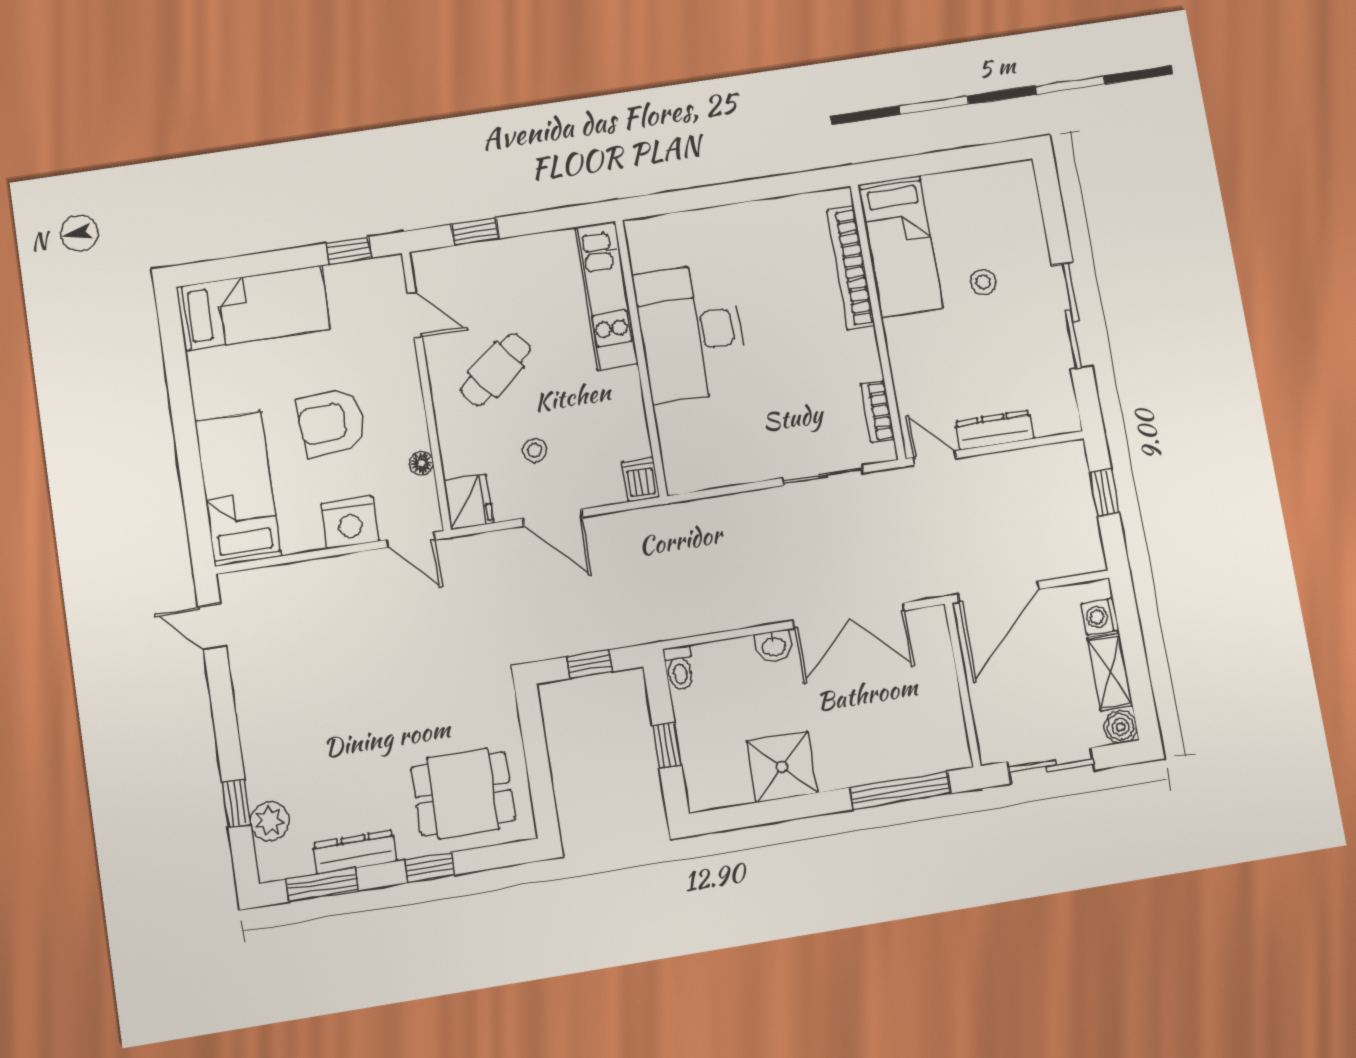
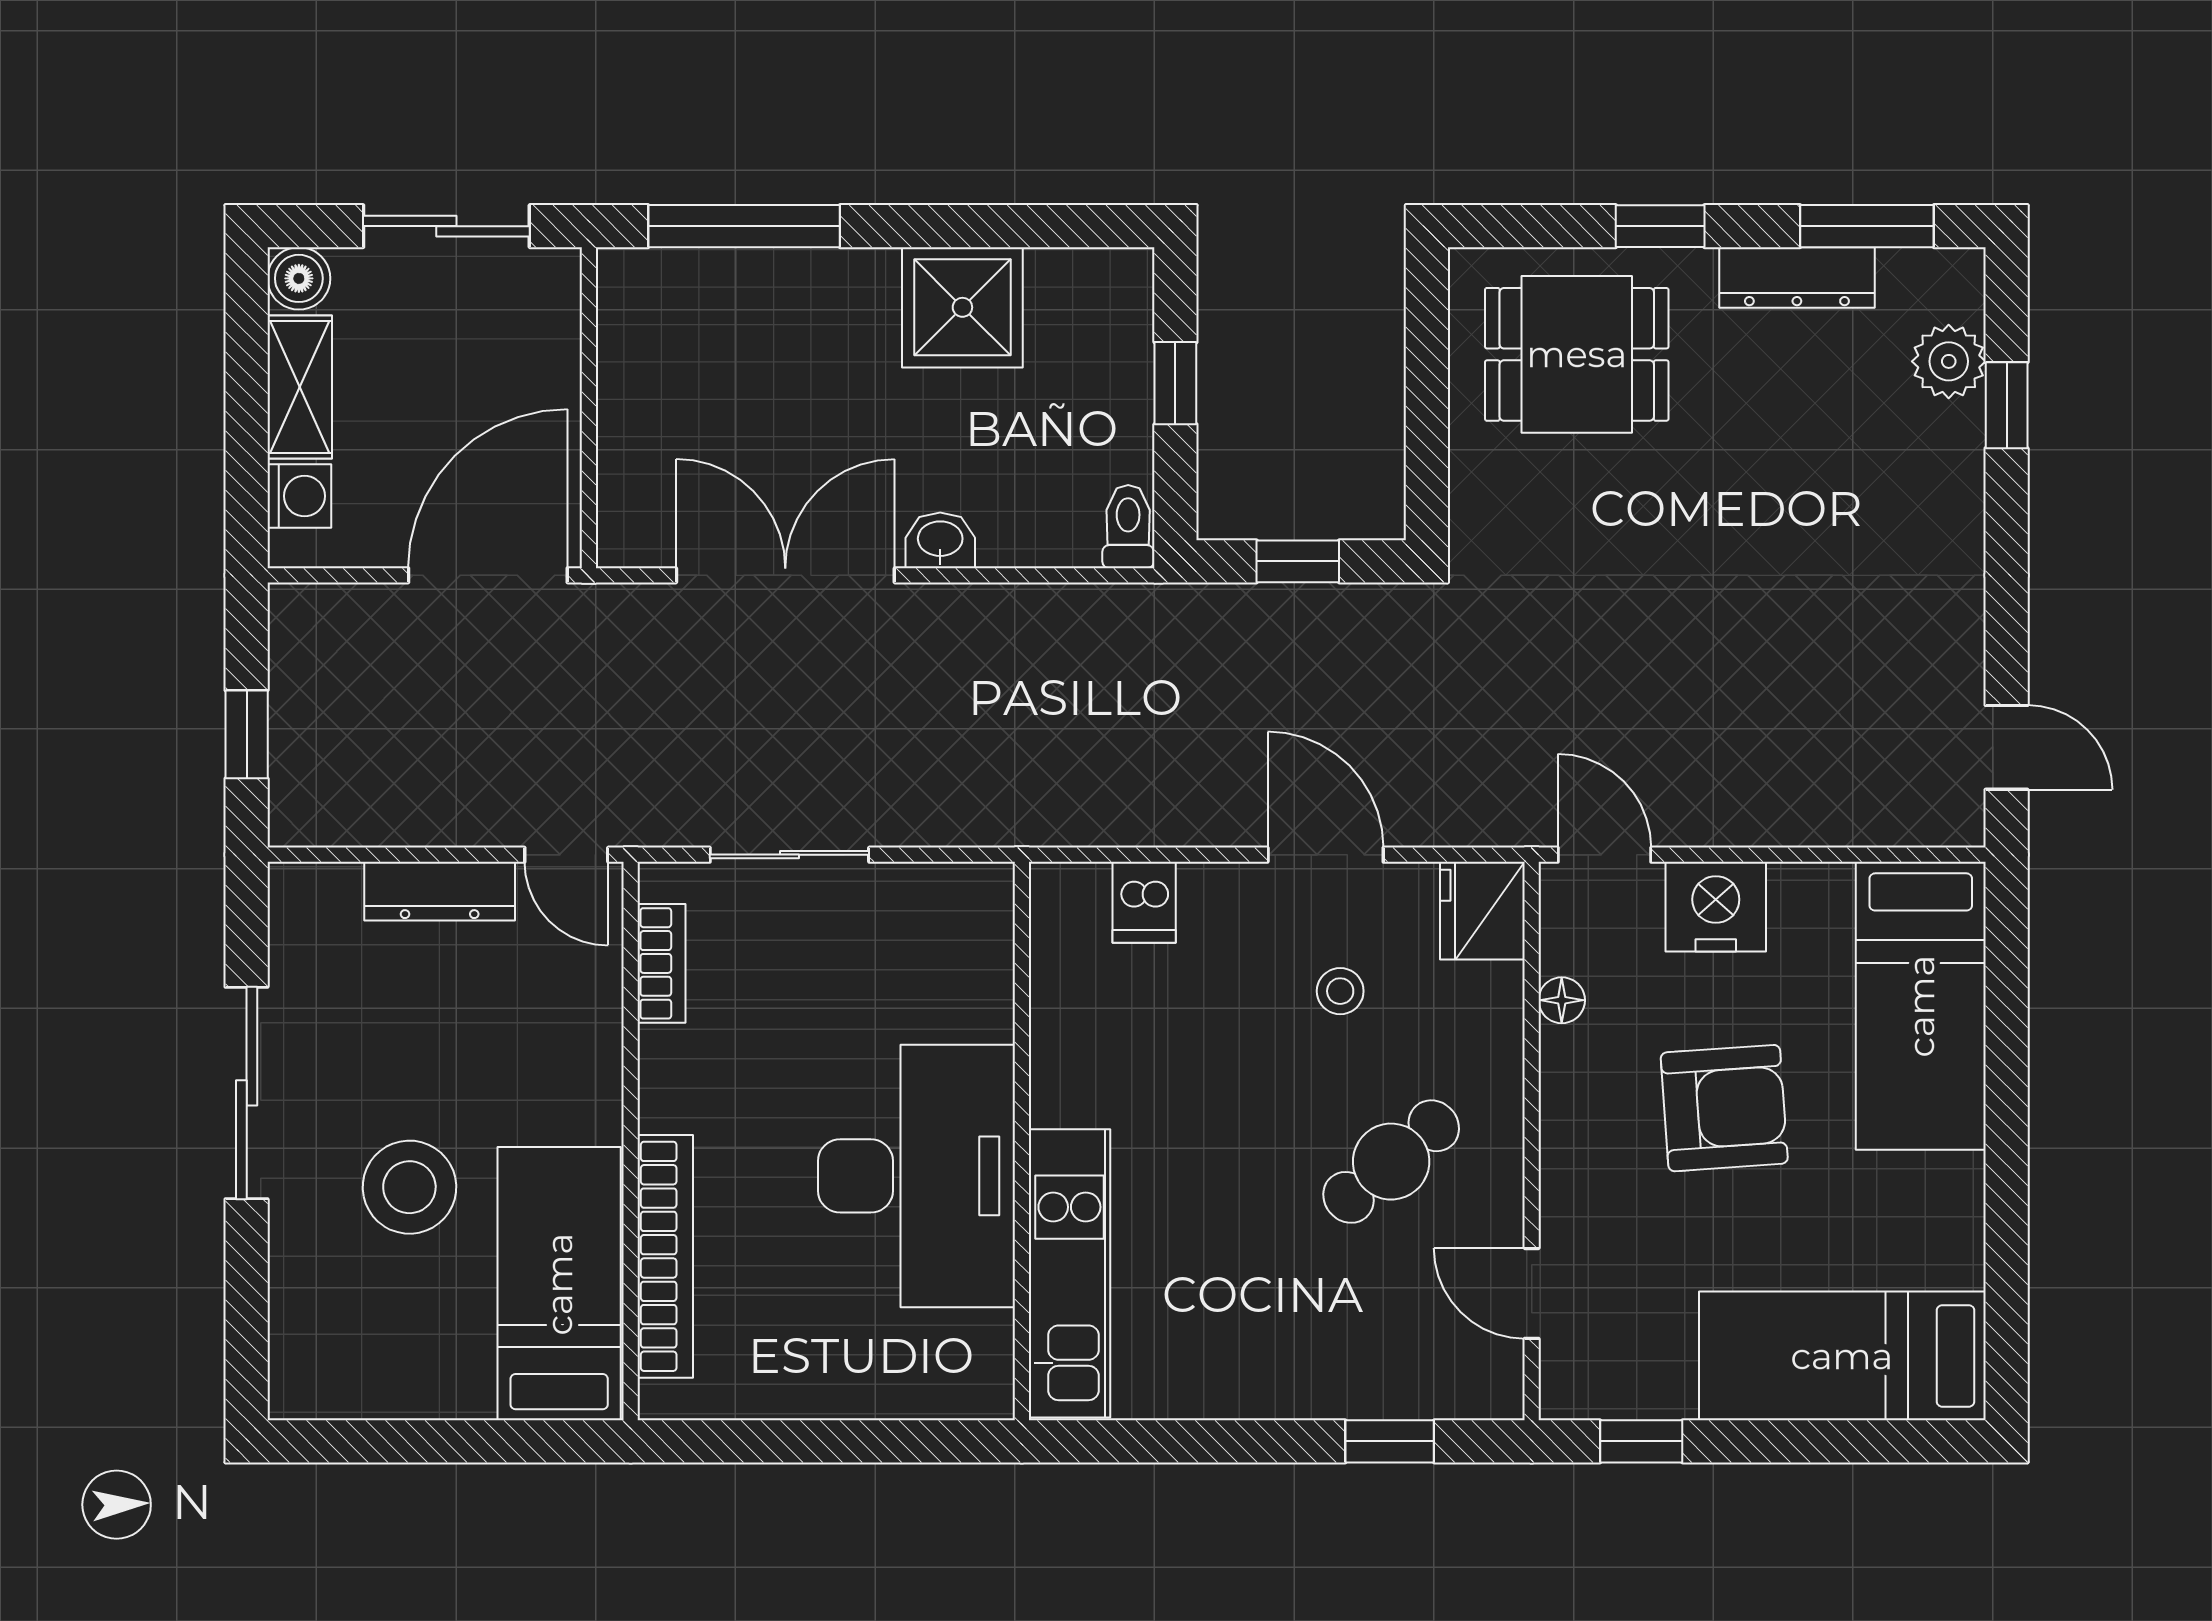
stool: (983, 282) -> (409, 1187), width x1.89, depth x1.89
kitchen unit: (607, 296) -> (1069, 1273), moved
desk: (691, 332) -> (916, 1176), moved
wall: (641, 358) -> (1022, 1141), moved

